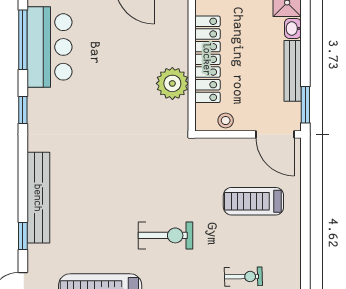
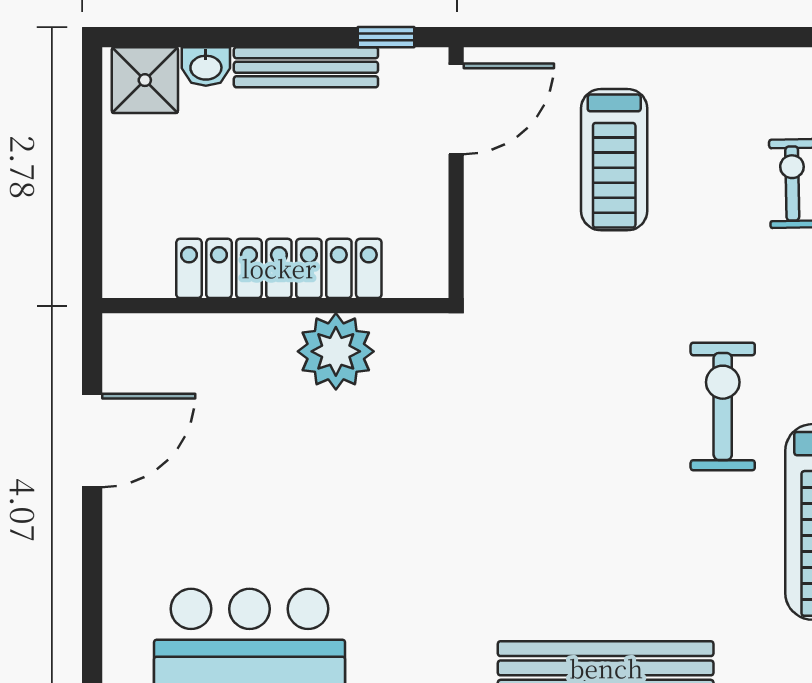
window: (305, 105) -> (386, 37), width x0.67
stool: (226, 121) -> (423, 225), removed
exercise bike: (165, 235) -> (723, 406), moved

